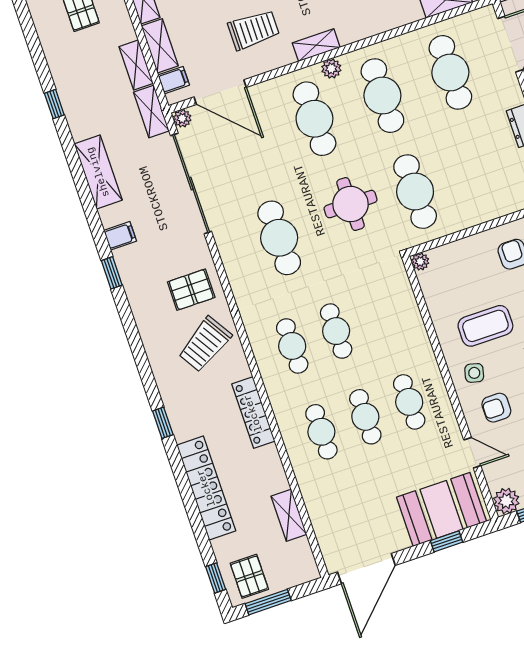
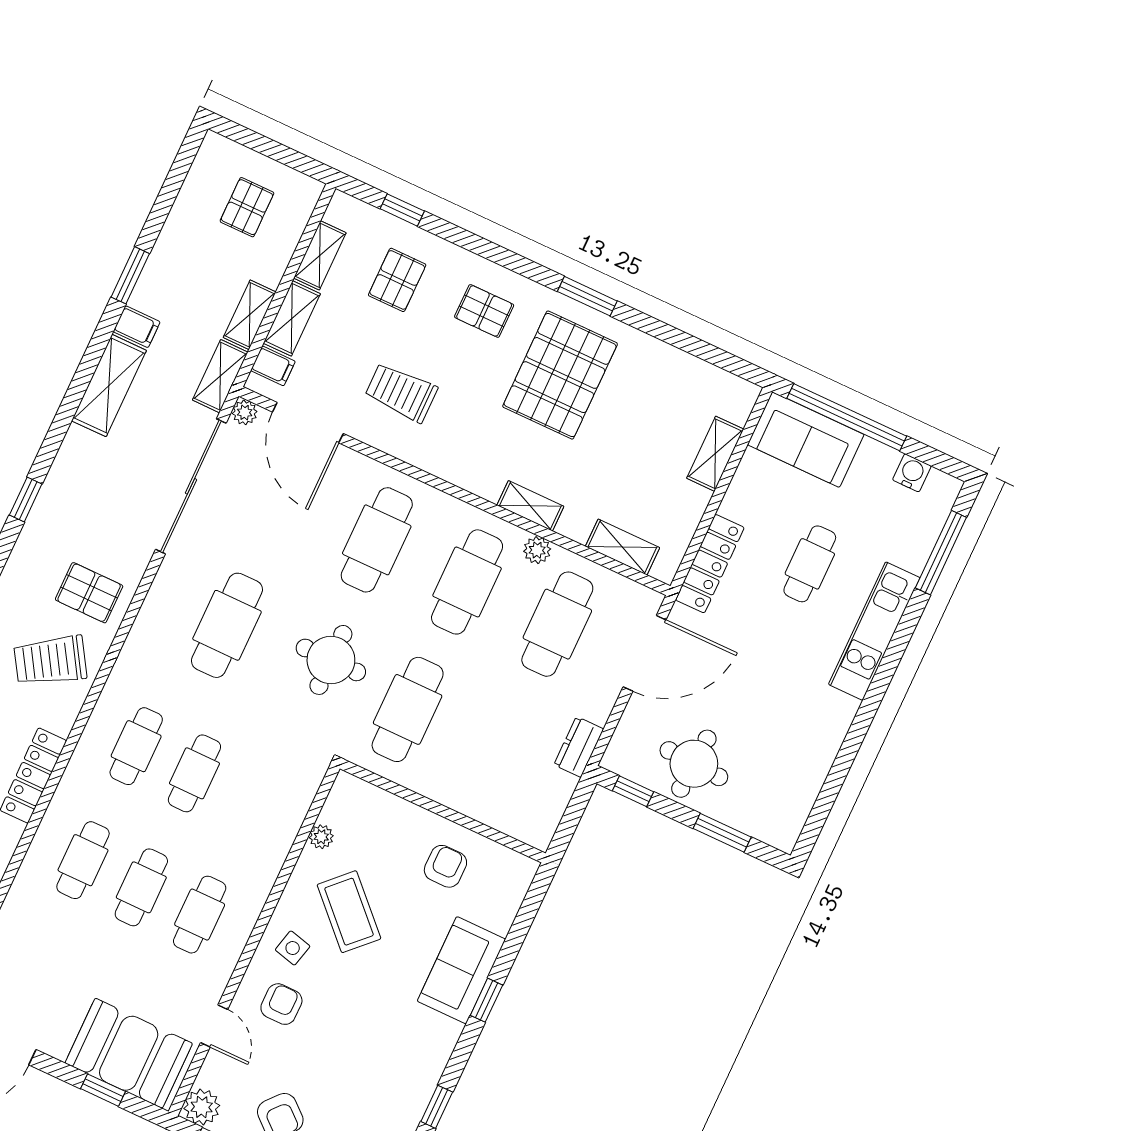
trolley: (254, 30) -> (401, 392), turned 180
shelving: (316, 45) -> (530, 506), moved
plant: (331, 68) -> (537, 550), moved
window: (54, 104) -> (130, 275), width x1.50
filing cabinet: (120, 236) -> (137, 327), moved
plant: (420, 262) -> (321, 837), moved
coffee table: (485, 326) -> (349, 912), turned 45
armchair: (496, 408) -> (281, 1004), turned 90

